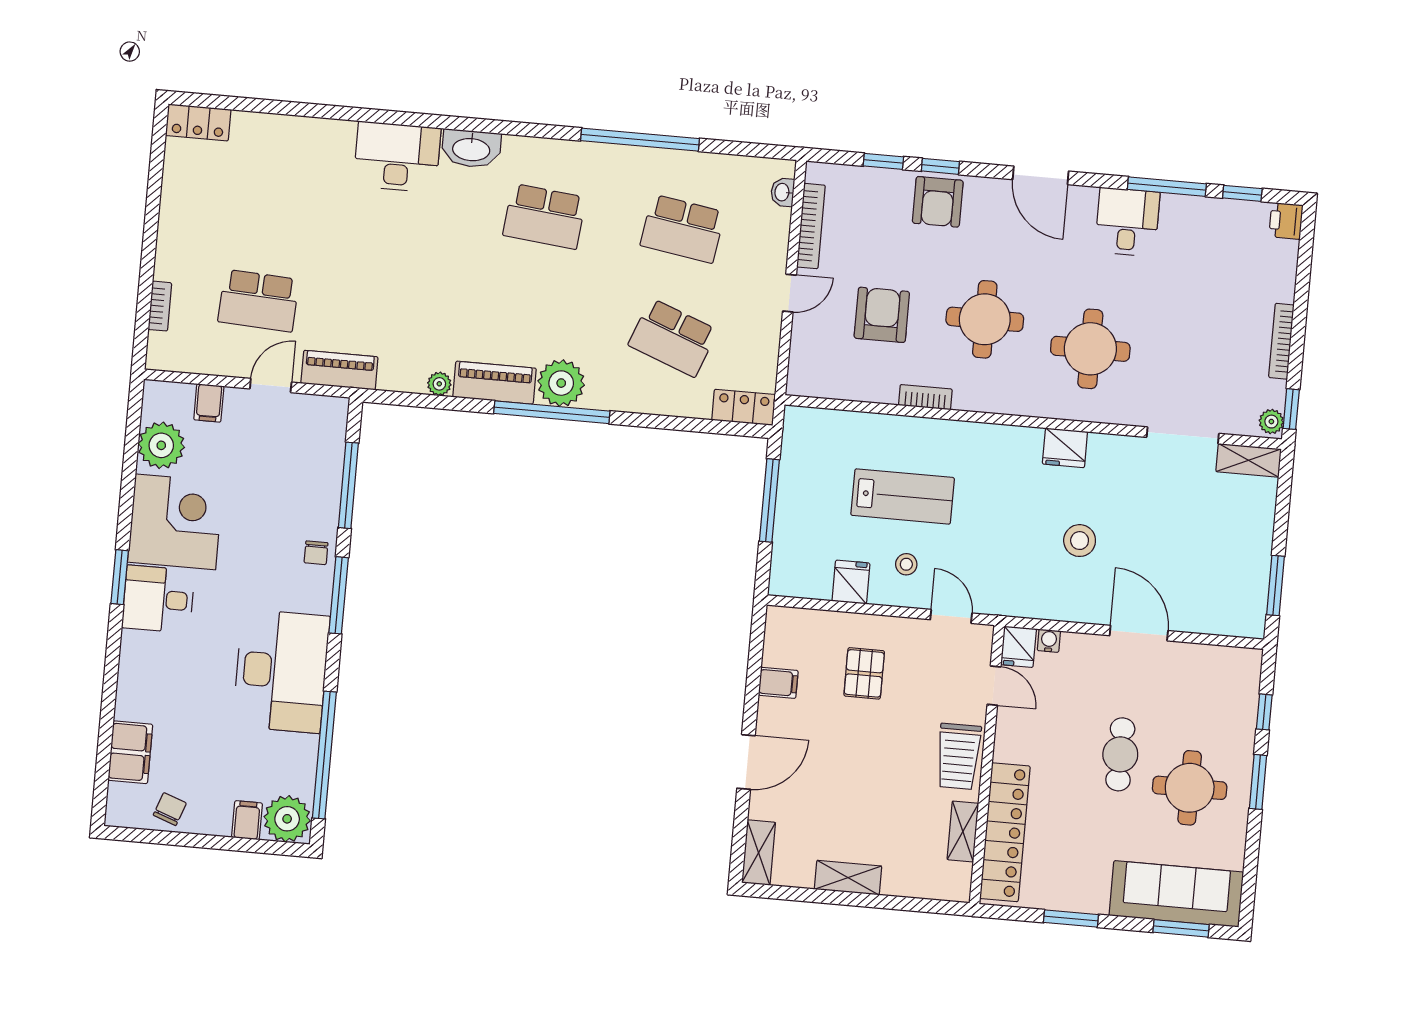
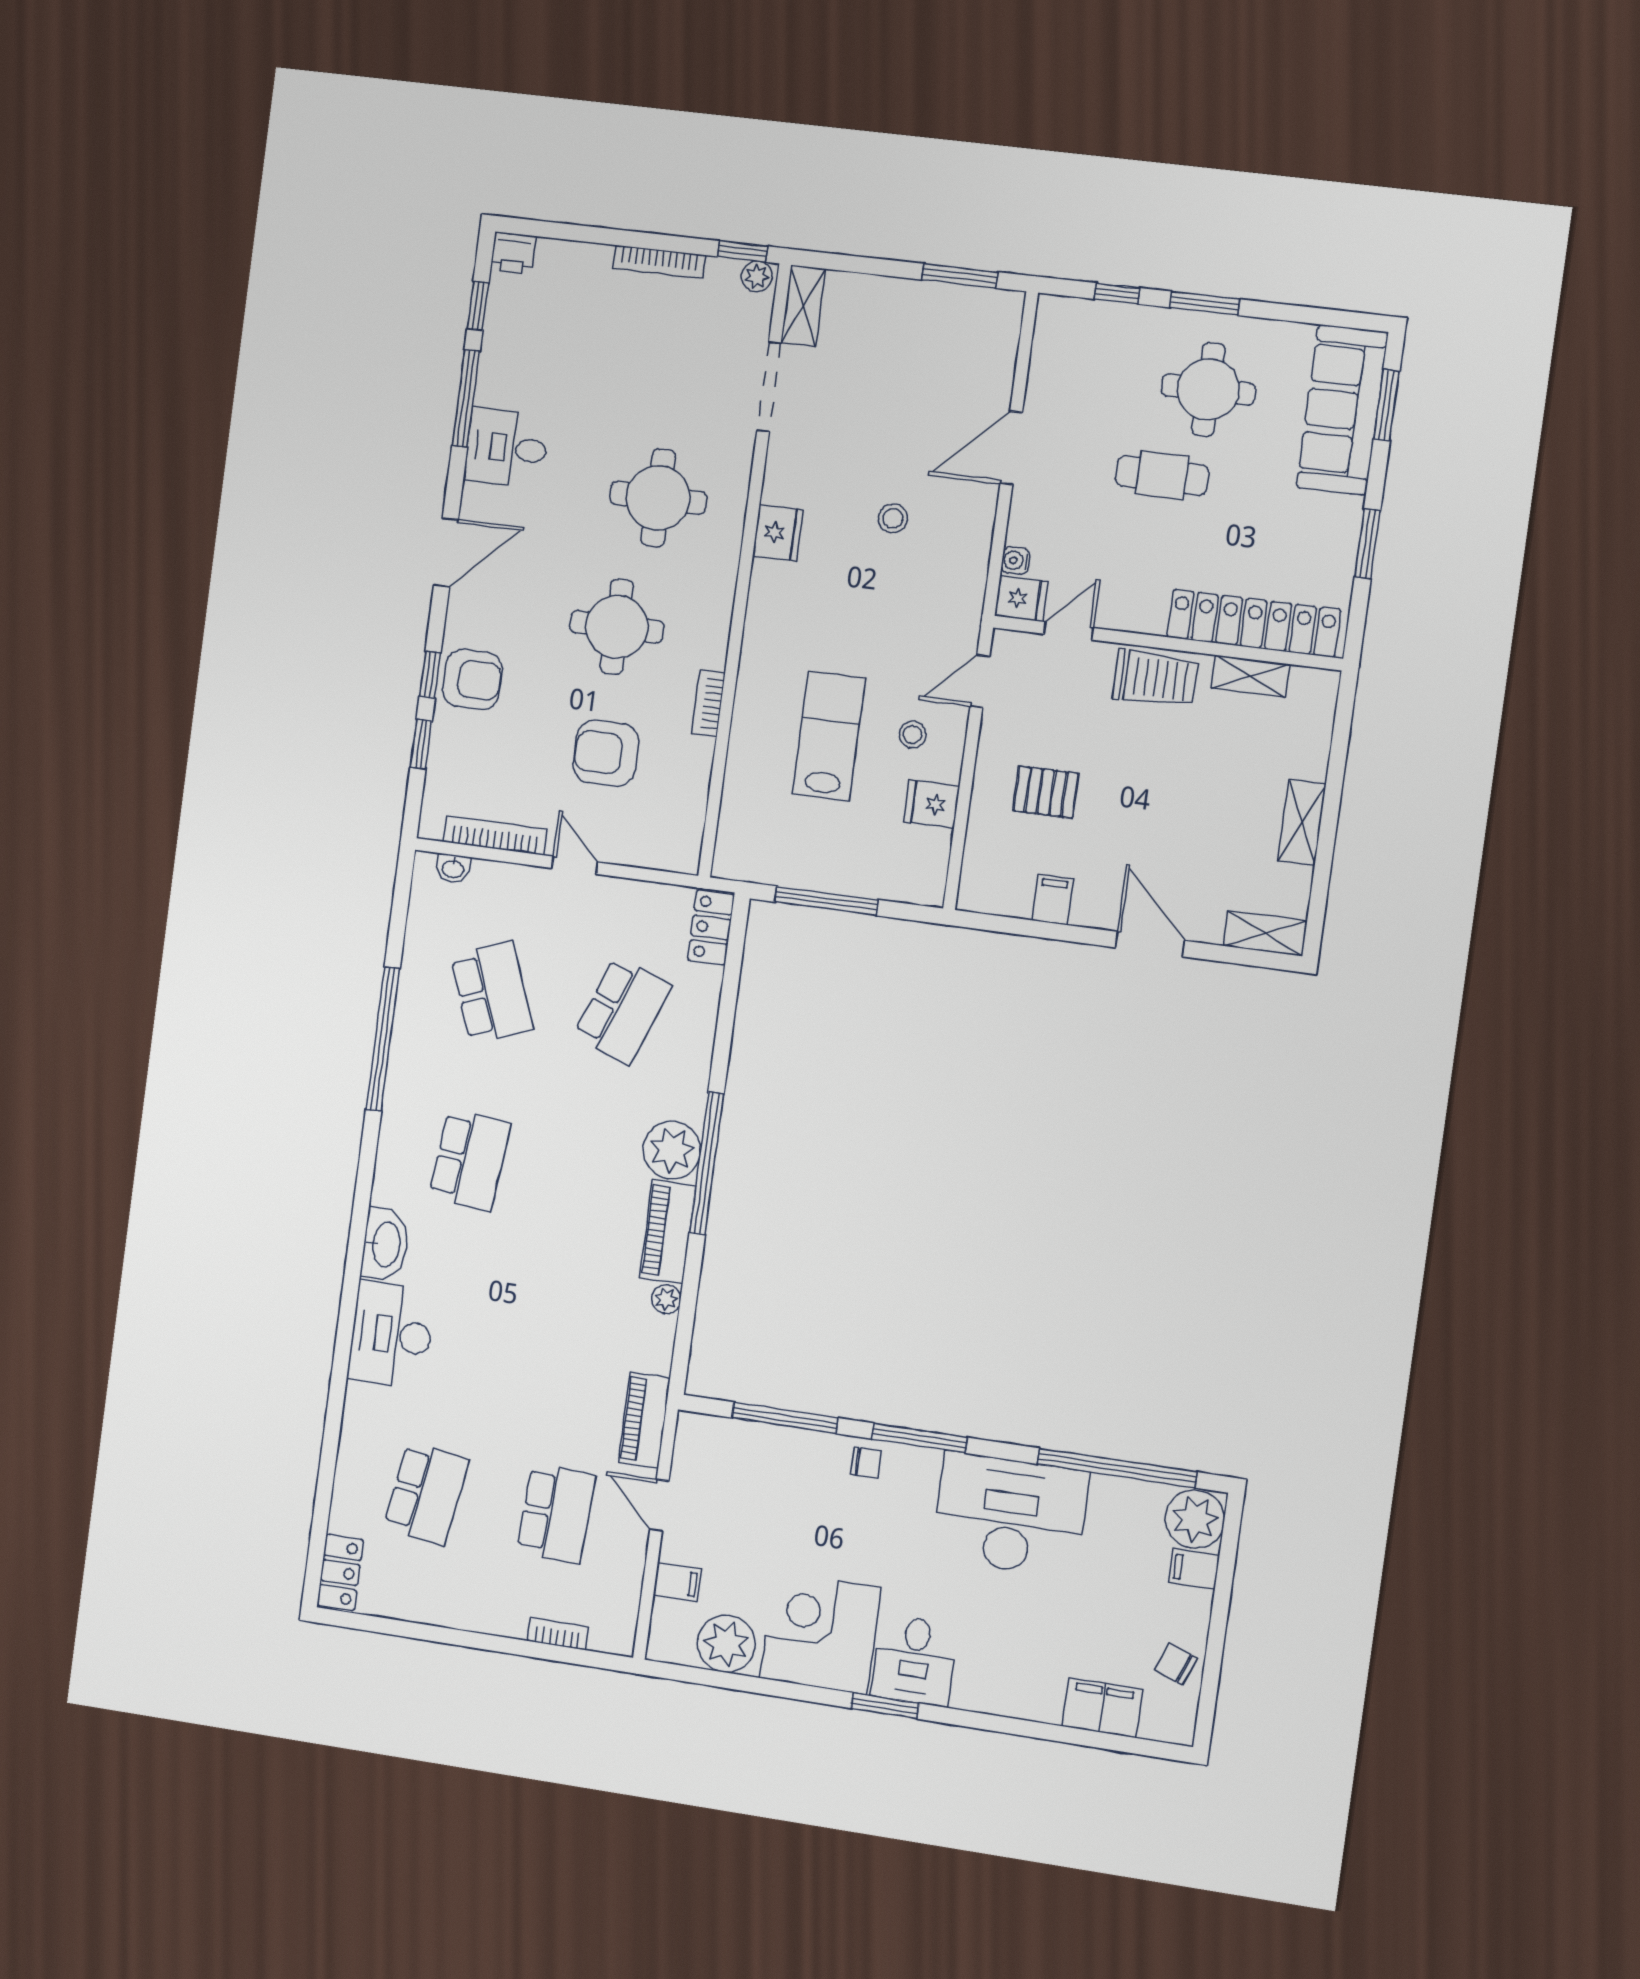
school desk: (268, 192) -> (426, 1493), added
school desk: (683, 229) -> (492, 992), turned -30
stool: (1080, 541) -> (893, 518), width x0.73, depth x0.73

